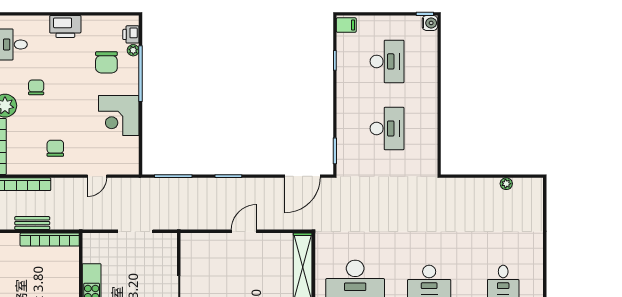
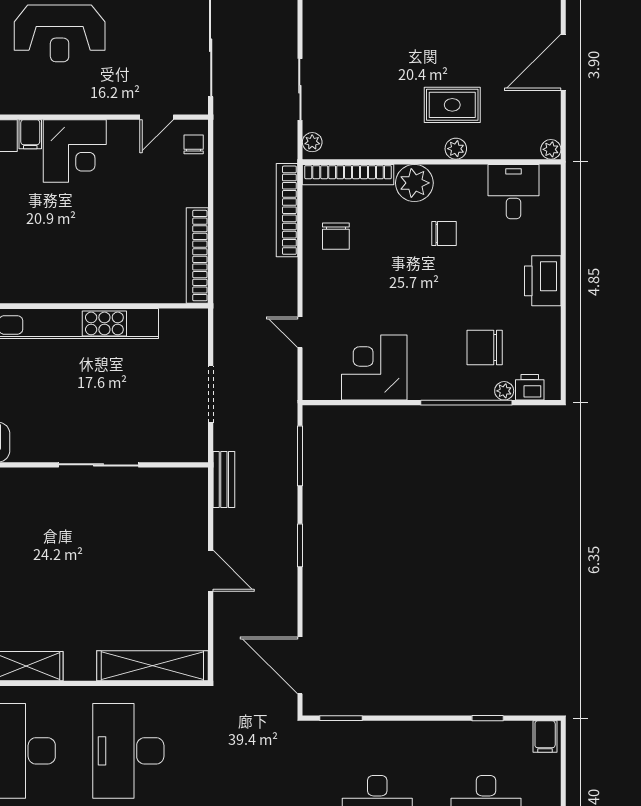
corner desk: (119, 115) -> (374, 368), moved
chair: (55, 148) -> (336, 236), moved, turned 90
bench: (32, 223) -> (224, 479), moved

